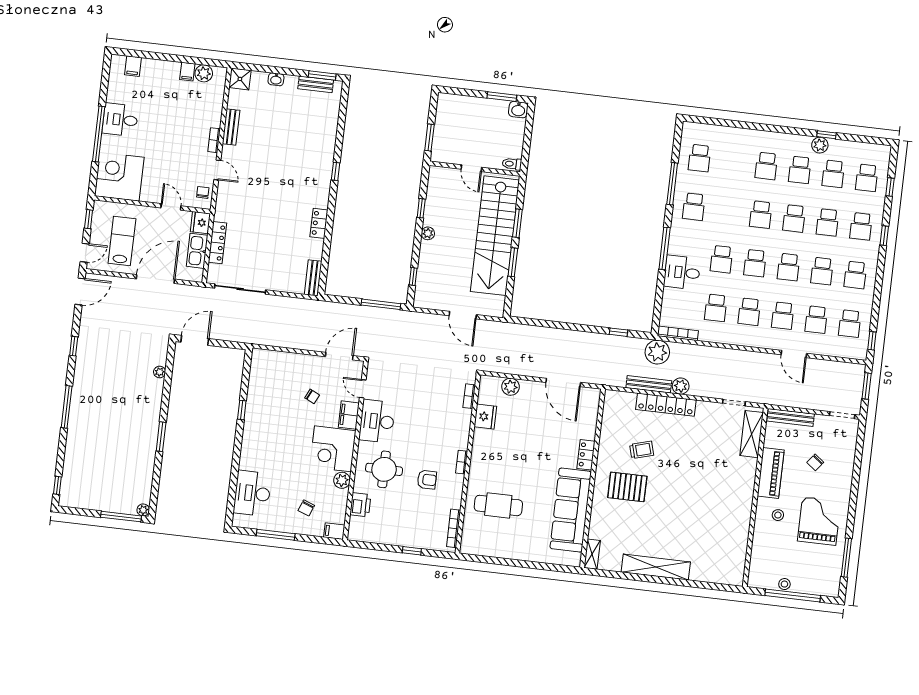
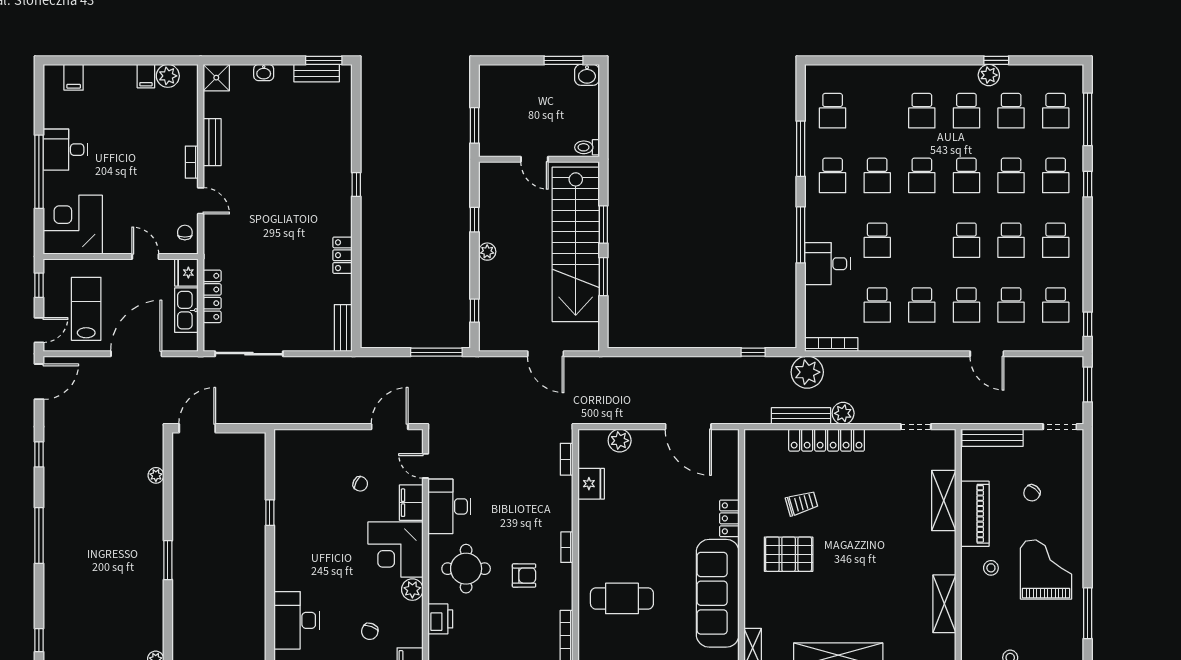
window: (890, 187) -> (1088, 119), width x2.17
school desk: (755, 263) -> (877, 175), moved
shelving: (752, 434) -> (944, 500), moved
shelving: (740, 538) -> (944, 604), added

